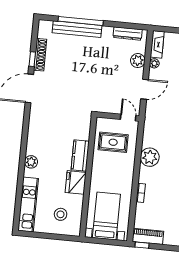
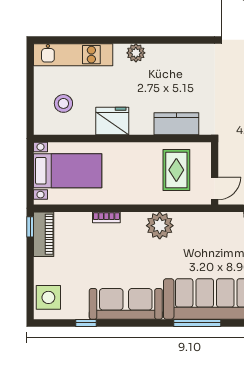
kitchen counter: (80, 155) -> (176, 124), moved

